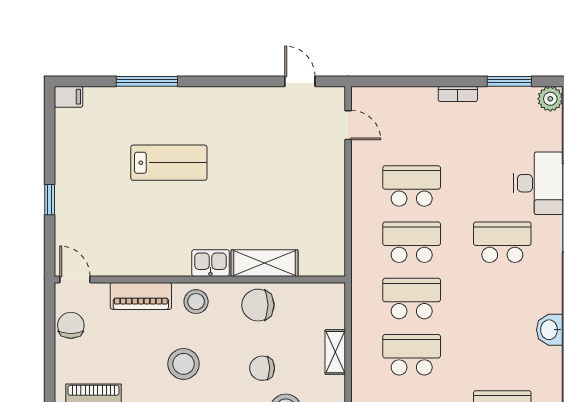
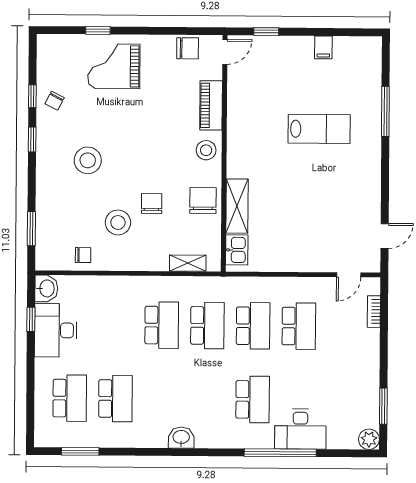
bookcase: (458, 94) -> (374, 312), moved
filing cabinet: (69, 97) -> (323, 47), moved
lab bench: (169, 163) -> (319, 129), turned -90
window: (50, 200) -> (266, 32), moved
kitchen sink: (211, 263) -> (237, 250), moved
shelving: (335, 352) -> (188, 263), moved
stool: (184, 364) -> (156, 140), removed

